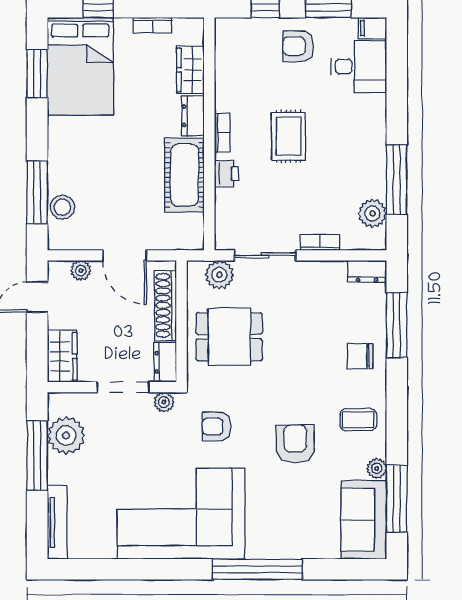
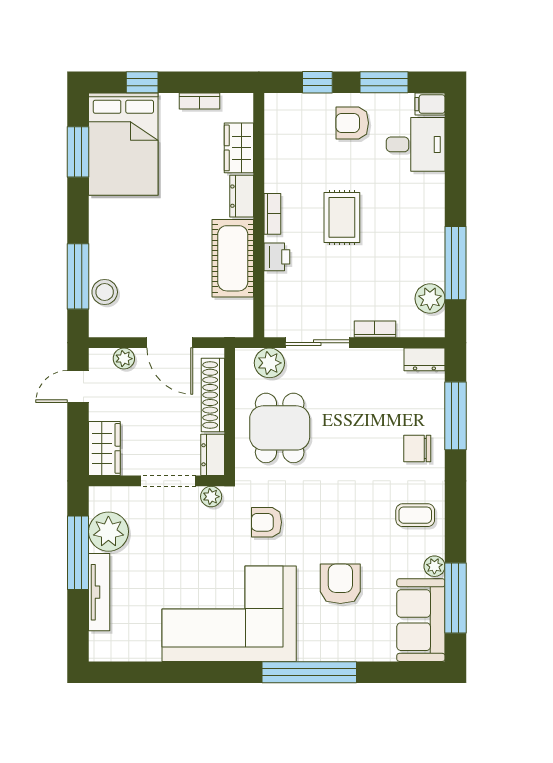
dining table: (229, 337) -> (280, 428), turned 90
armchair: (295, 444) -> (340, 584), moved
tv unit: (57, 522) -> (99, 592), moved

